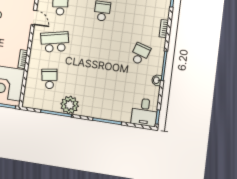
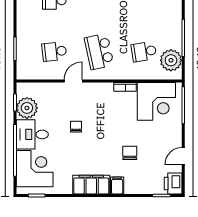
plant: (70, 105) -> (171, 60), moved

